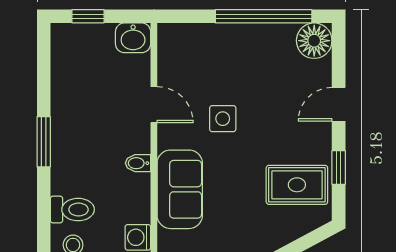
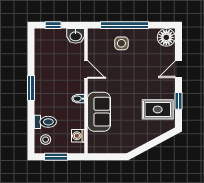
window: (264, 16) -> (125, 25), moved
side table: (223, 119) -> (121, 43), moved

